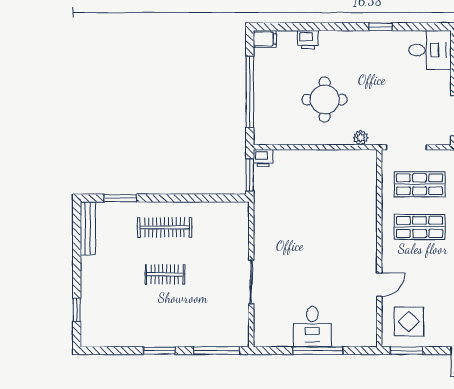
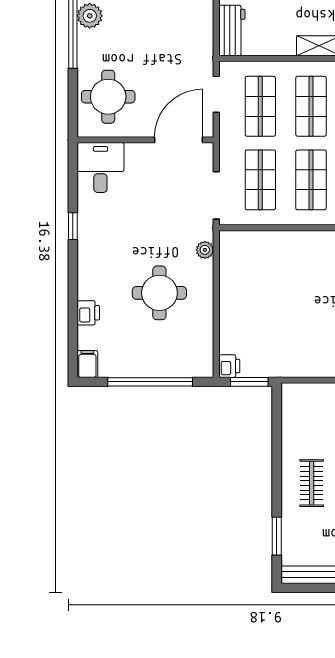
clothes rail: (165, 227) -> (312, 483), width x0.73

